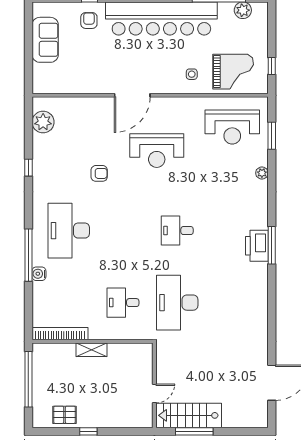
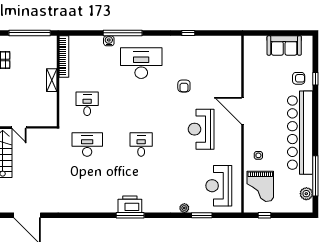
plant: (43, 122) -> (223, 44), removed
window: (272, 136) -> (202, 215), moved
desk: (177, 303) -> (87, 144), width x0.73, depth x0.77

